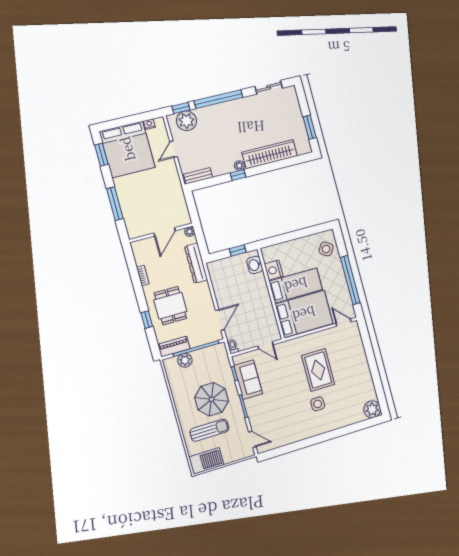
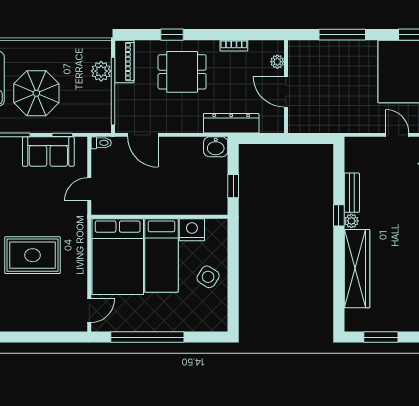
bench: (198, 176) -> (352, 193), moved
plant: (190, 232) -> (277, 62), moved
side table: (326, 249) -> (208, 277), moved
washbasin: (255, 265) -> (216, 147), moved, turned 180

